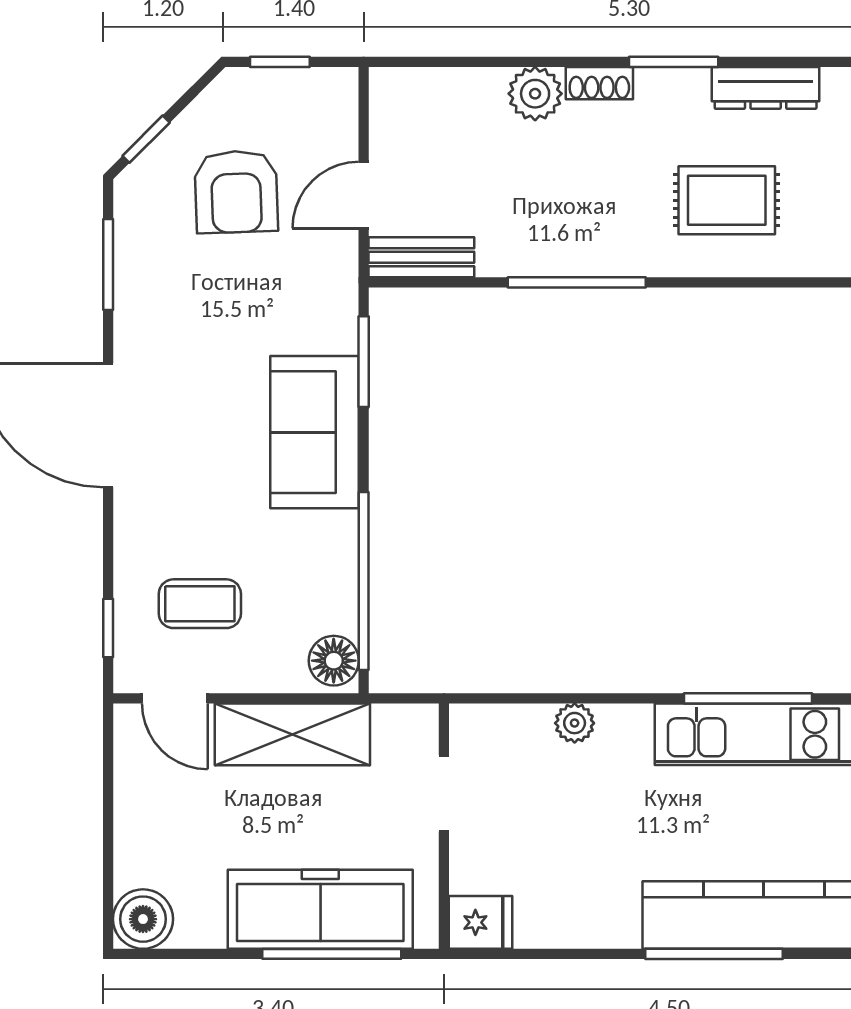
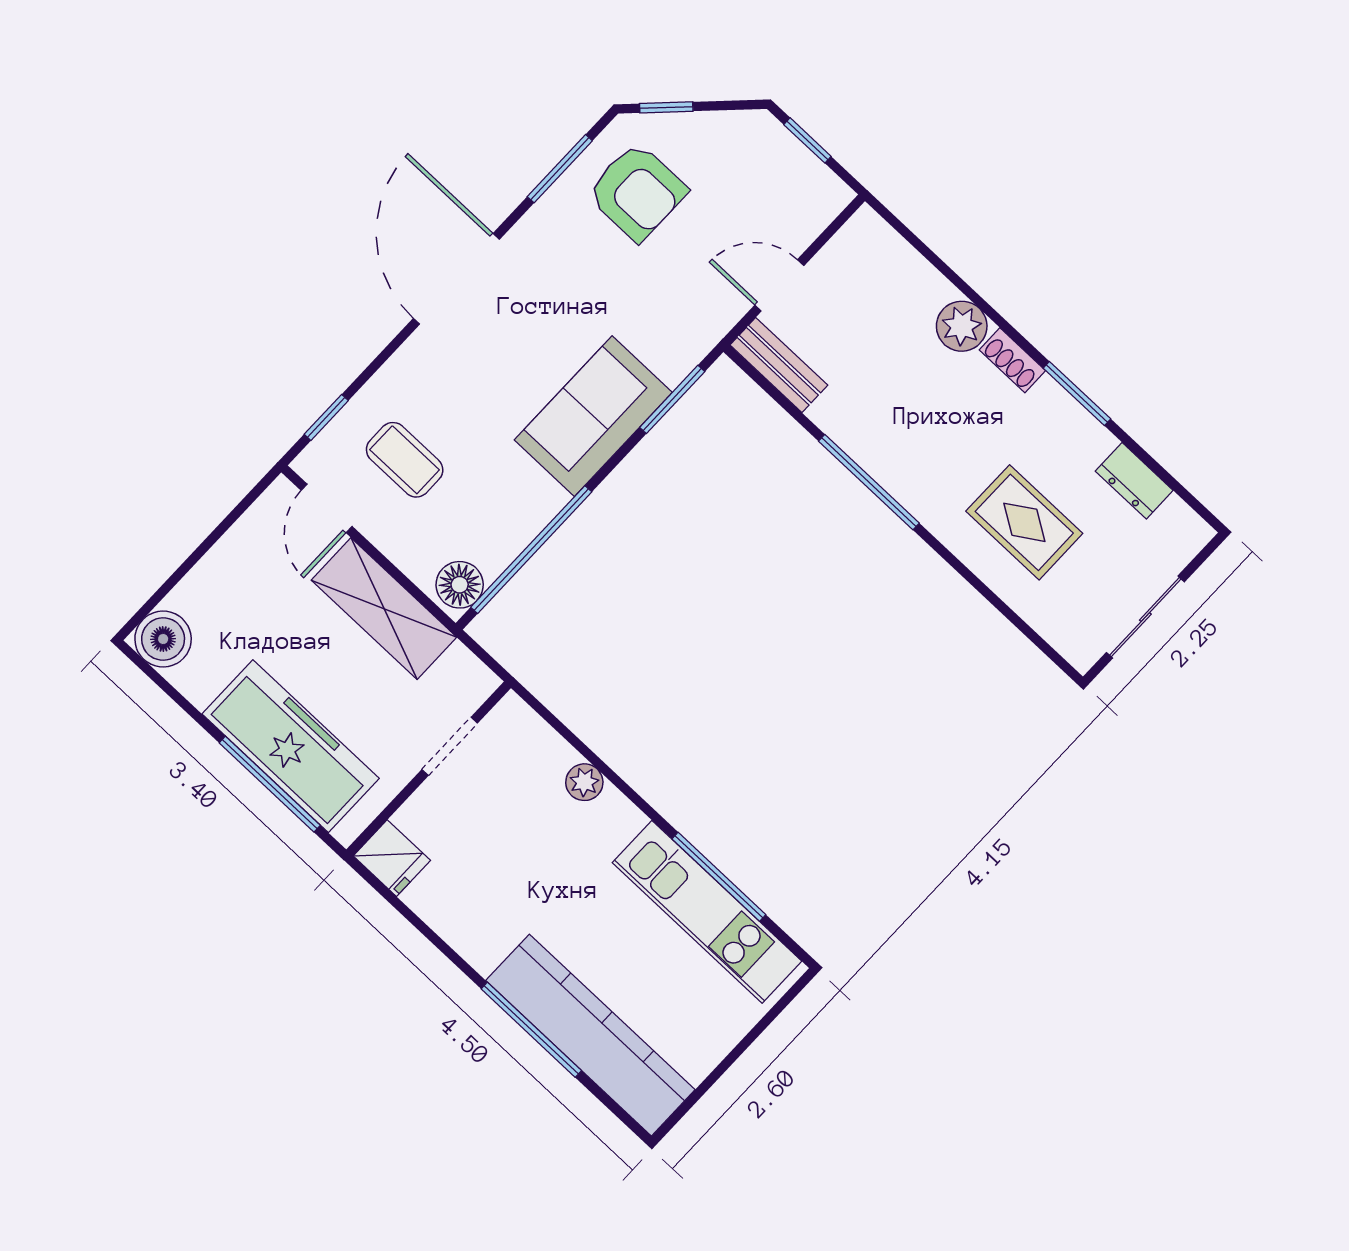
dresser: (766, 88) -> (1134, 481), width x0.70
armchair: (236, 192) -> (637, 192), moved, turned -88

